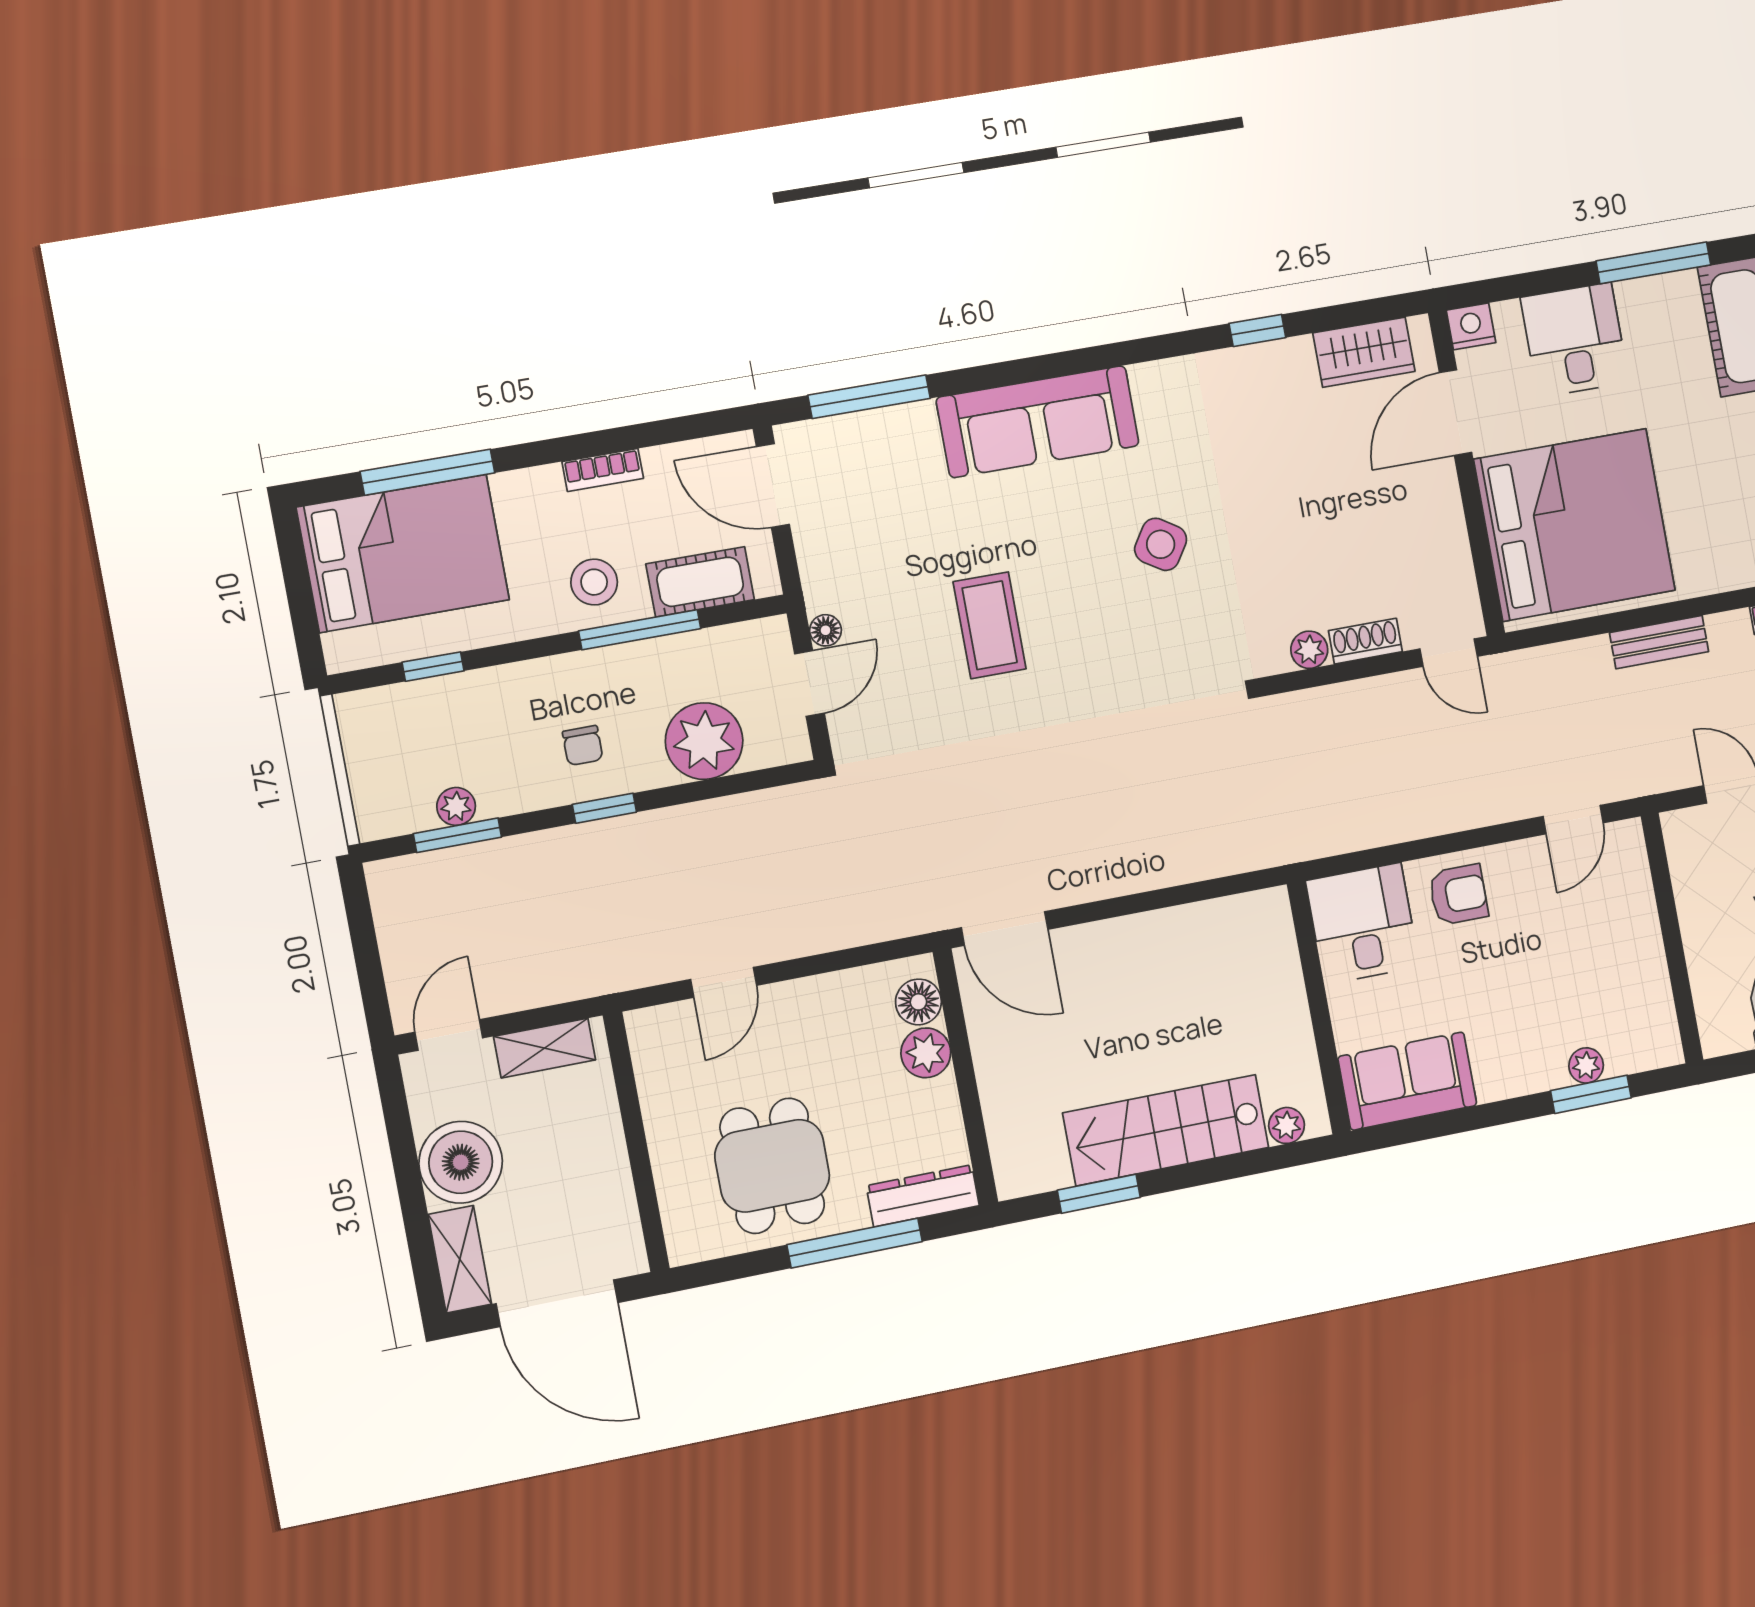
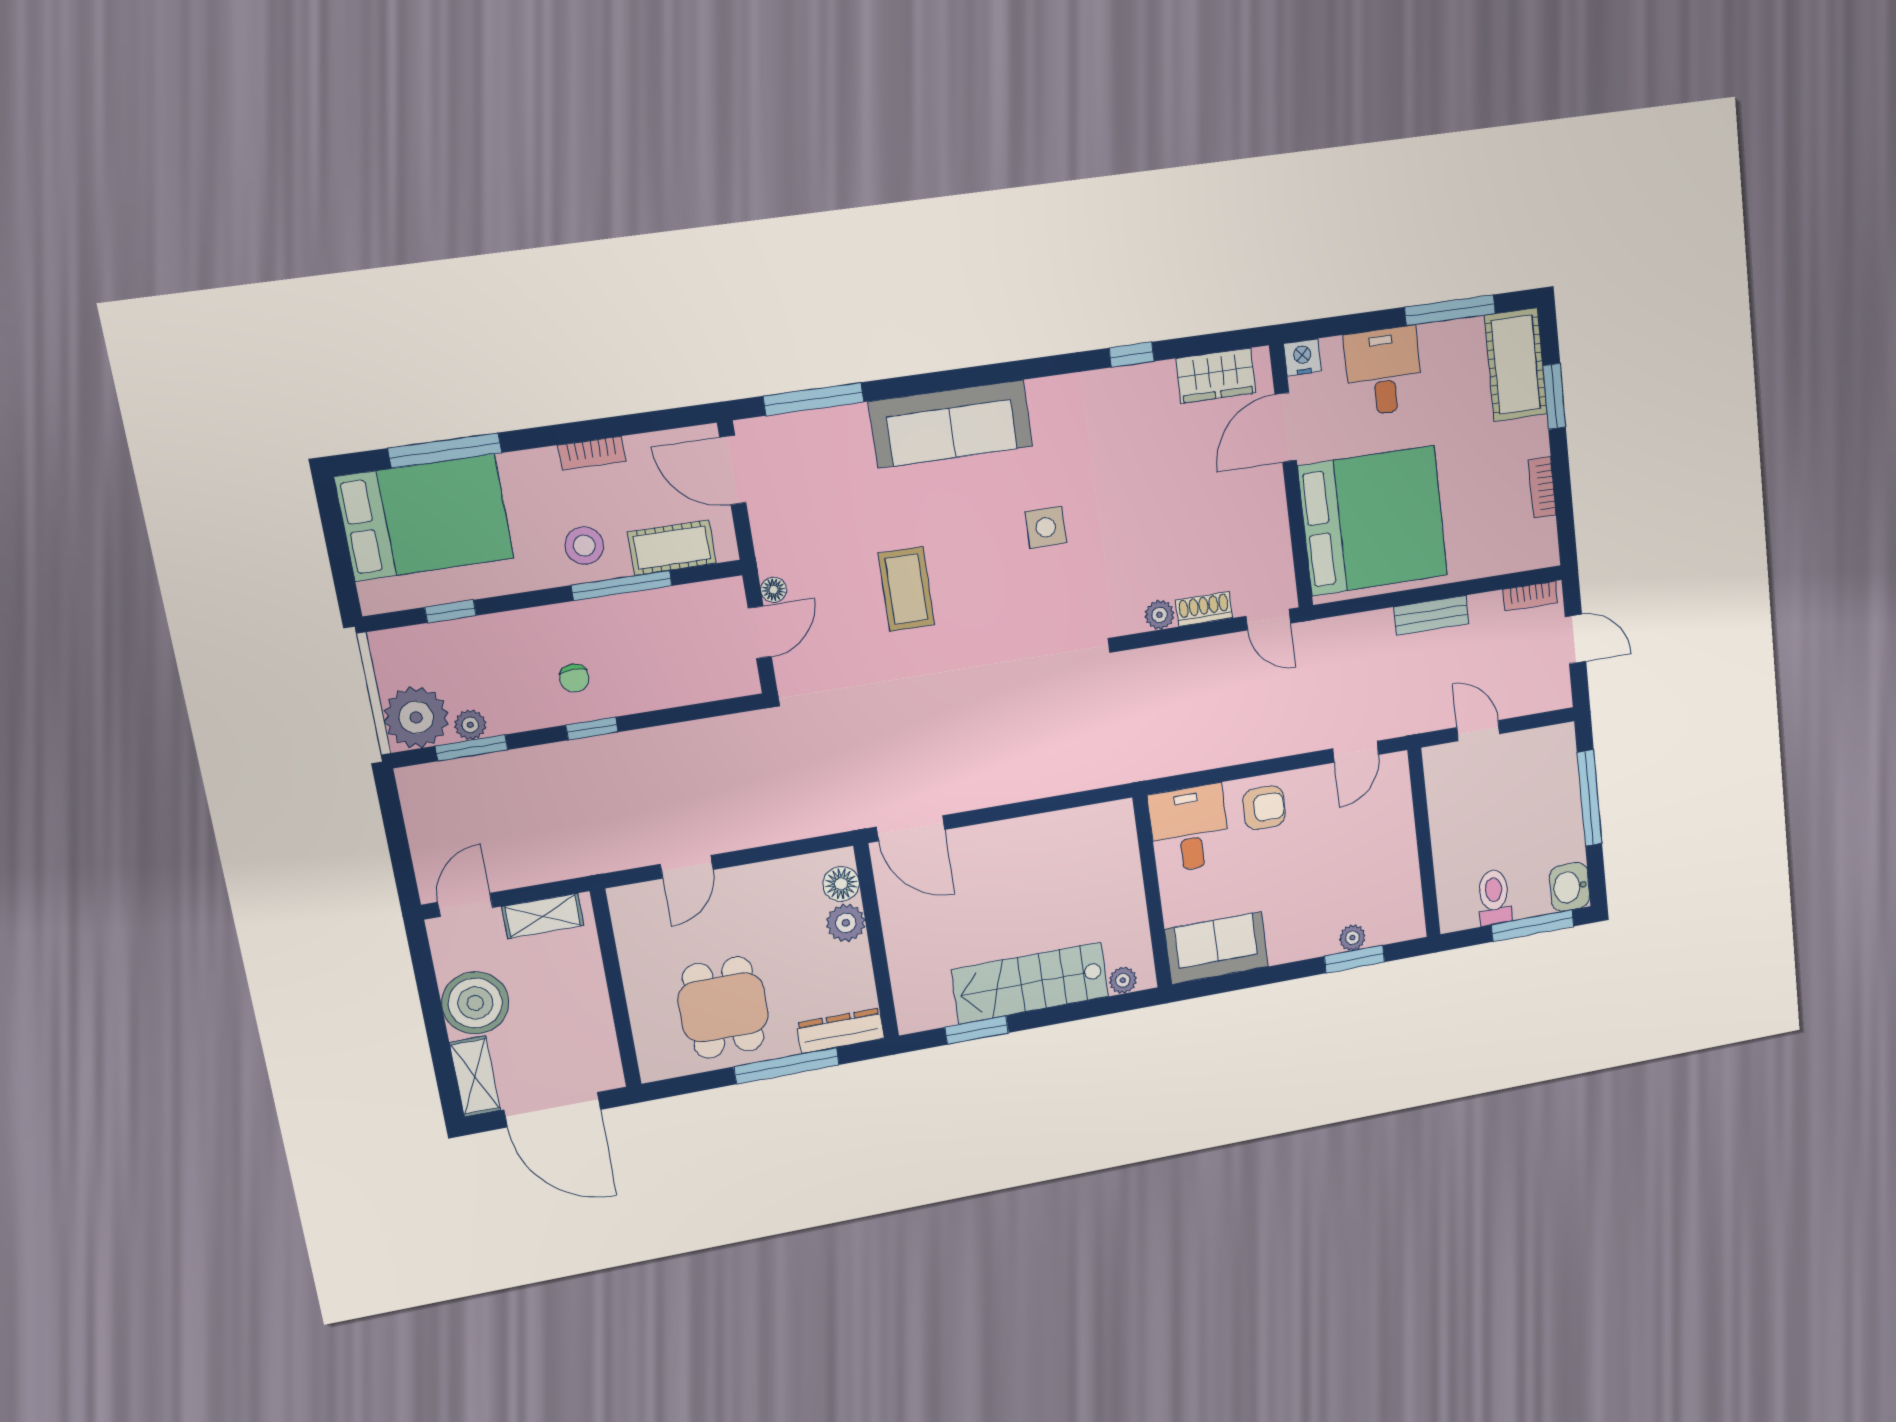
side table: (1161, 544) -> (1046, 527), turned -33
plant: (704, 741) -> (416, 717), moved

